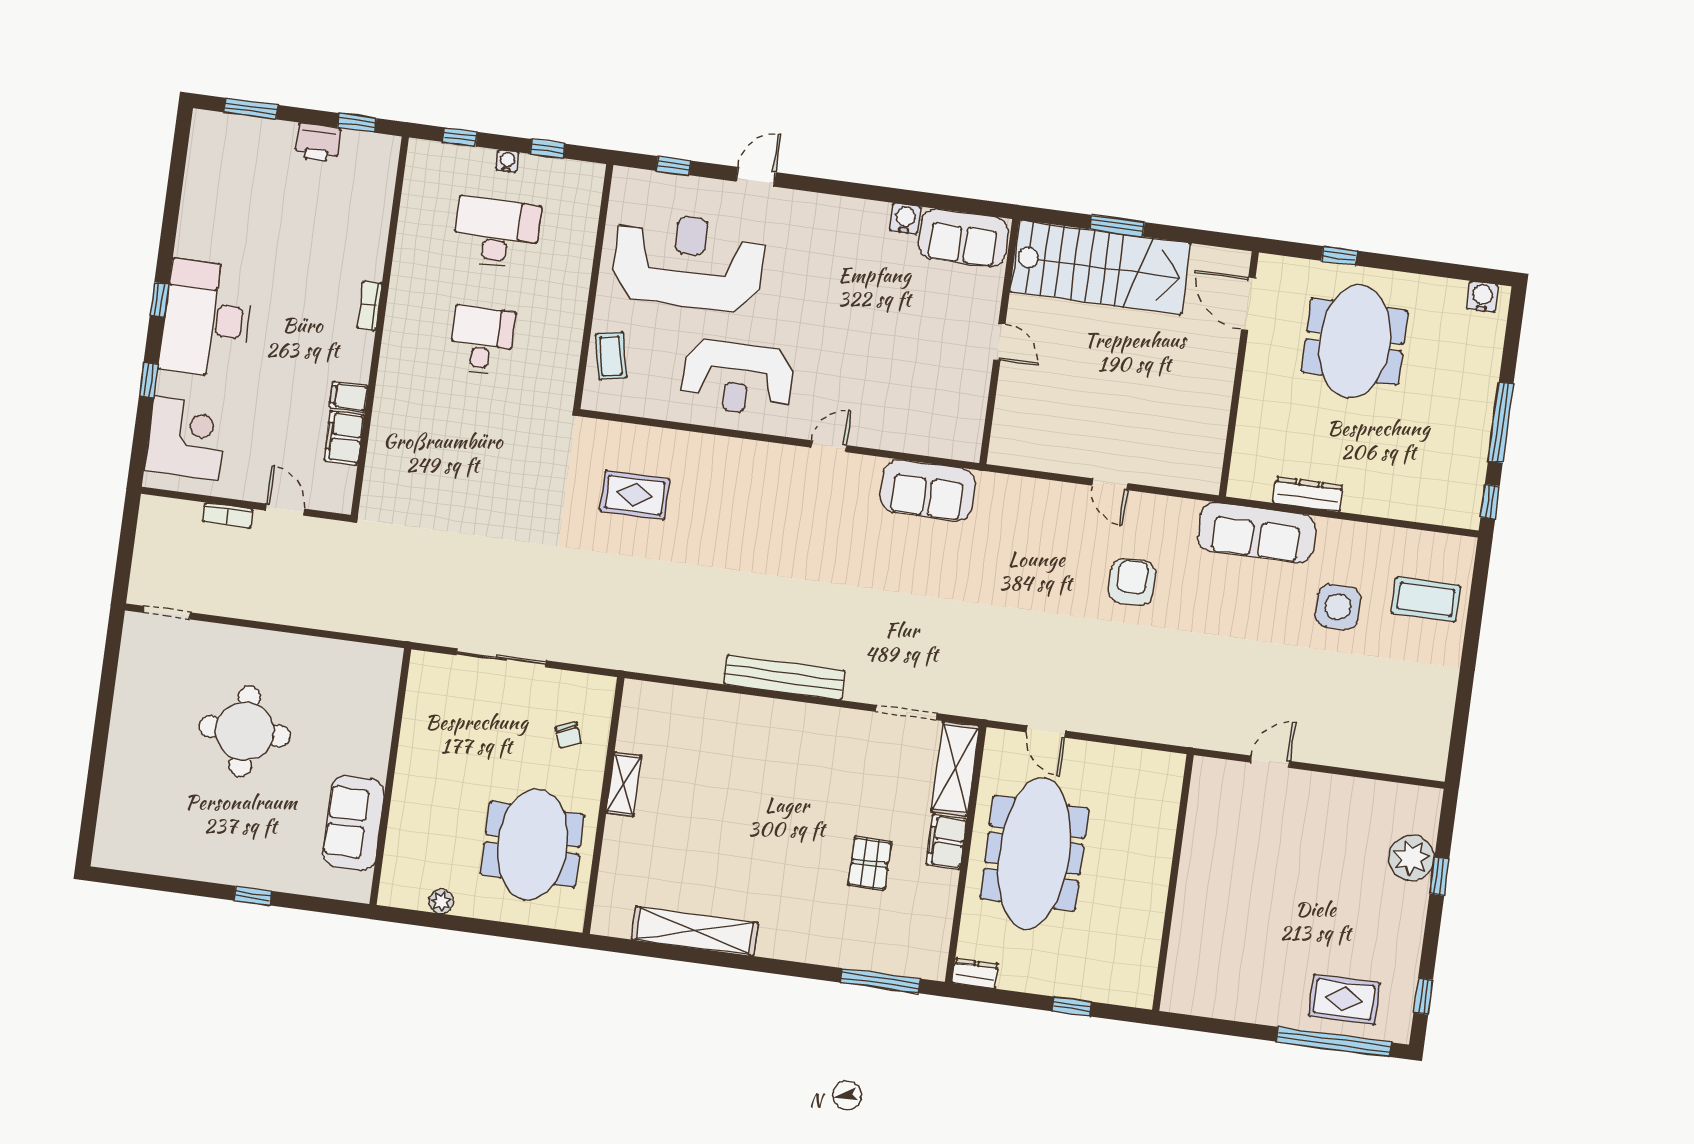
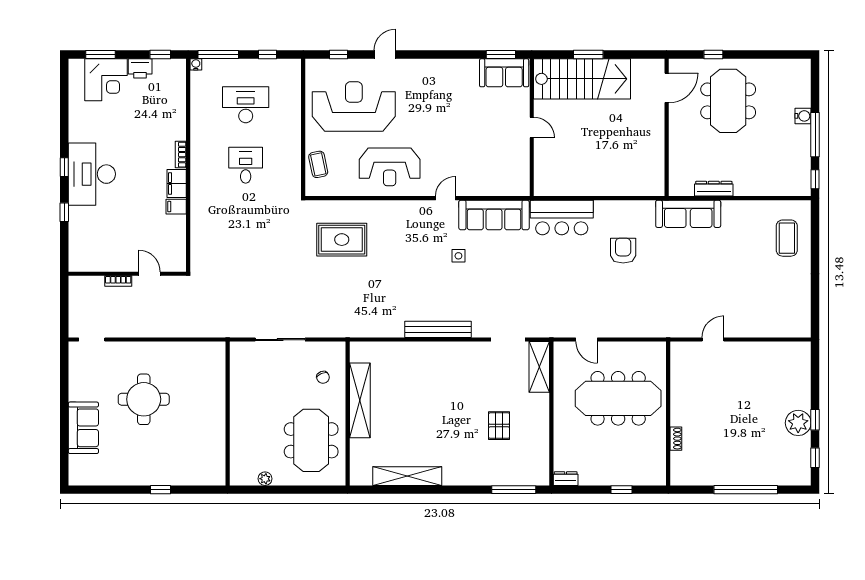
window: (460, 137) -> (218, 55), width x2.17
water cooler: (507, 161) -> (196, 64), moved
window: (962, 205) -> (501, 55), added
water cooler: (905, 219) -> (471, 67), removed
water cooler: (1482, 297) -> (803, 116), moved, turned 90
door: (1248, 304) -> (667, 88), swing flipped
corner desk: (186, 438) -> (106, 80), moved, turned 90
filing cabinet: (344, 438) -> (177, 184), moved
door: (1110, 484) -> (604, 198), removed
sofa: (928, 490) -> (494, 215), width x1.36
rug: (635, 495) -> (342, 240), width x1.36, depth x1.43
bar counter: (1031, 509) -> (562, 218), added
coffee table: (1426, 599) -> (787, 238), turned 90
side table: (1338, 607) -> (458, 256), moved, width x0.54, depth x0.54
shelving: (624, 785) -> (360, 400), width x2.20, depth x1.33
sofa: (353, 823) -> (83, 428), moved, turned 180
filing cabinet: (947, 842) -> (540, 408), removed
meeting table: (1034, 853) -> (618, 398), moved, turned 90
plant: (1411, 858) -> (798, 423), moved
window: (1439, 876) -> (815, 420), moved
shoe rack: (1181, 929) -> (676, 439), added
rug: (1344, 999) -> (772, 465), removed
window: (1334, 1042) -> (746, 490), moved

